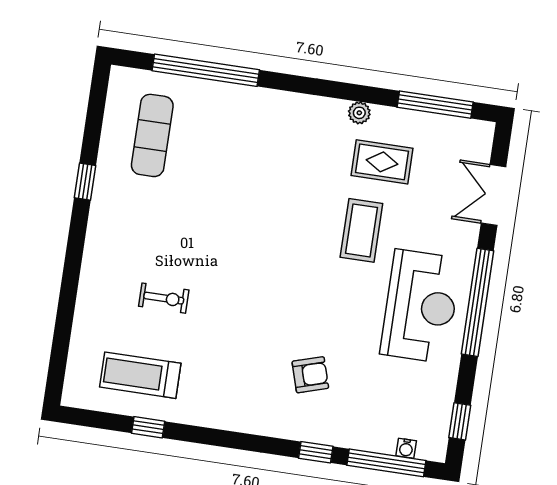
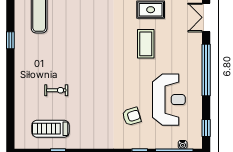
reception desk: (421, 306) -> (169, 100), moved

